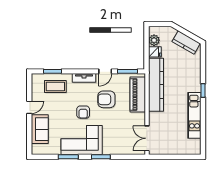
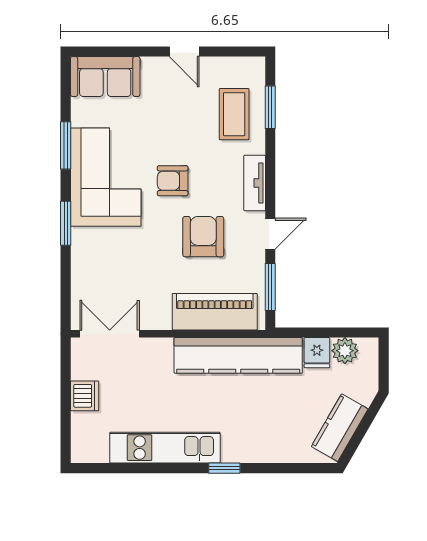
door: (105, 71) -> (270, 234), swing flipped
sofa: (40, 129) -> (105, 77), moved
dishwasher: (173, 149) -> (85, 396), added

